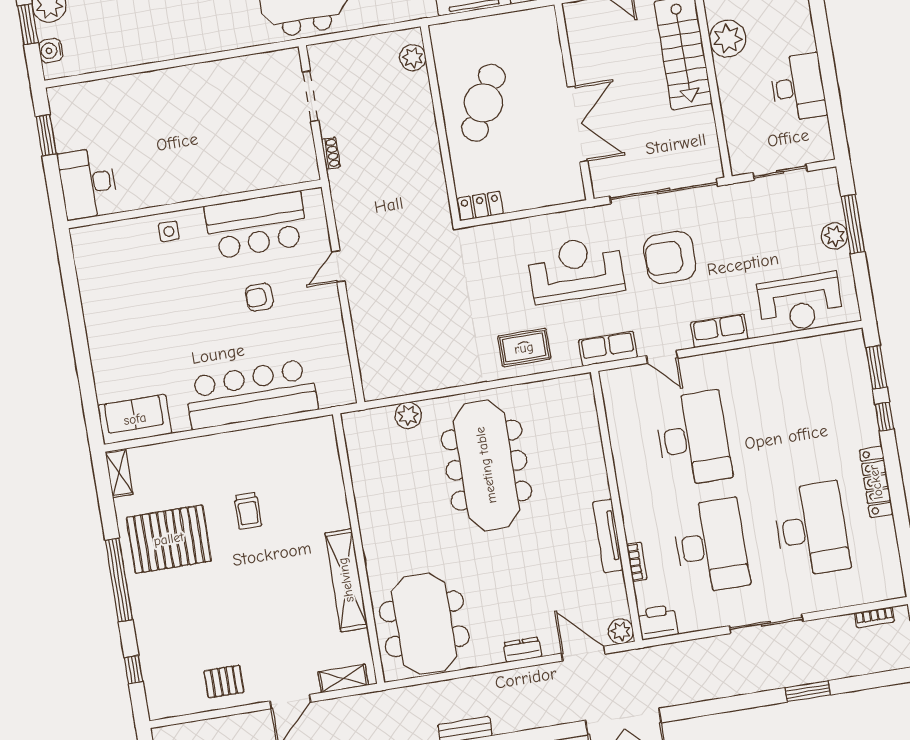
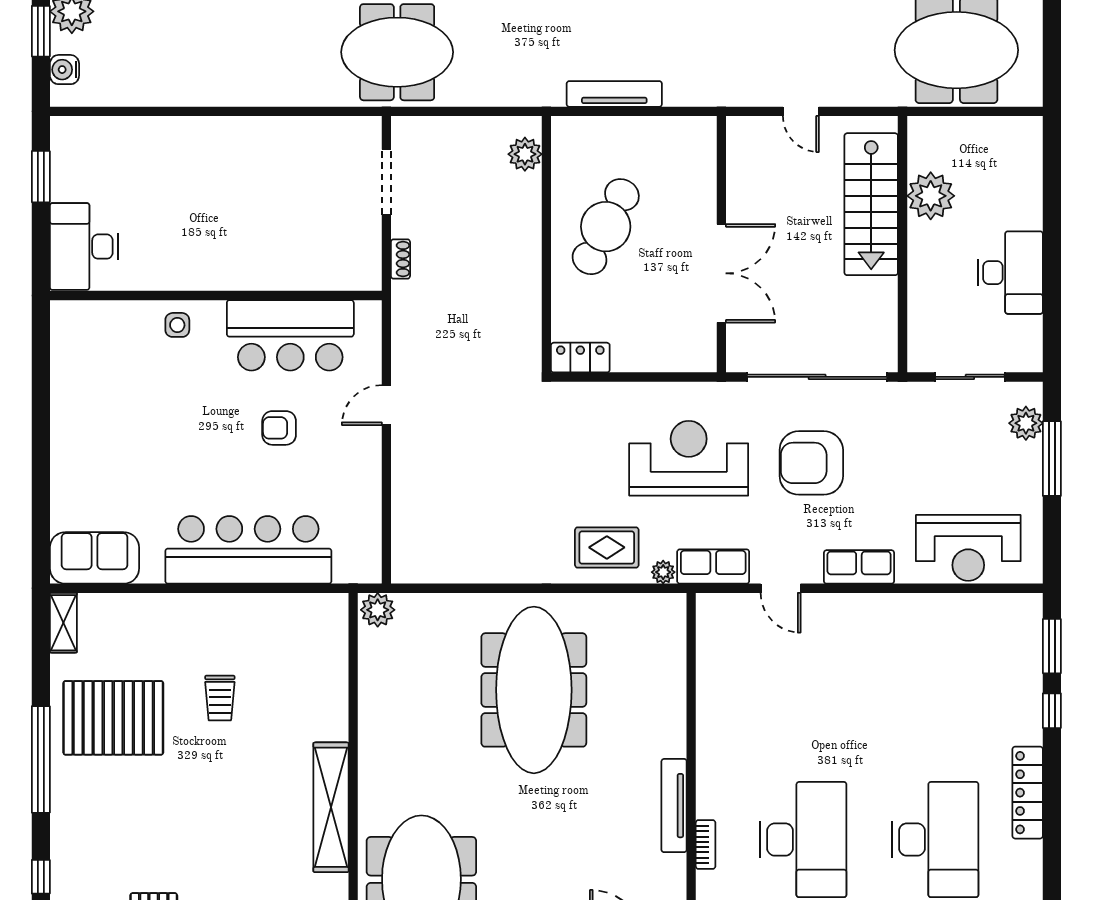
plant: (834, 236) -> (1026, 423), moved
plant: (570, 359) -> (663, 572), added
plant: (408, 415) -> (378, 610), moved
desk: (693, 439) -> (803, 699), removed

